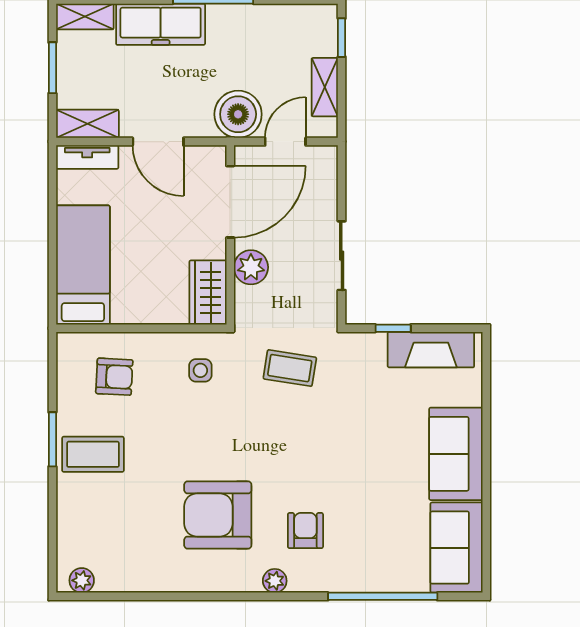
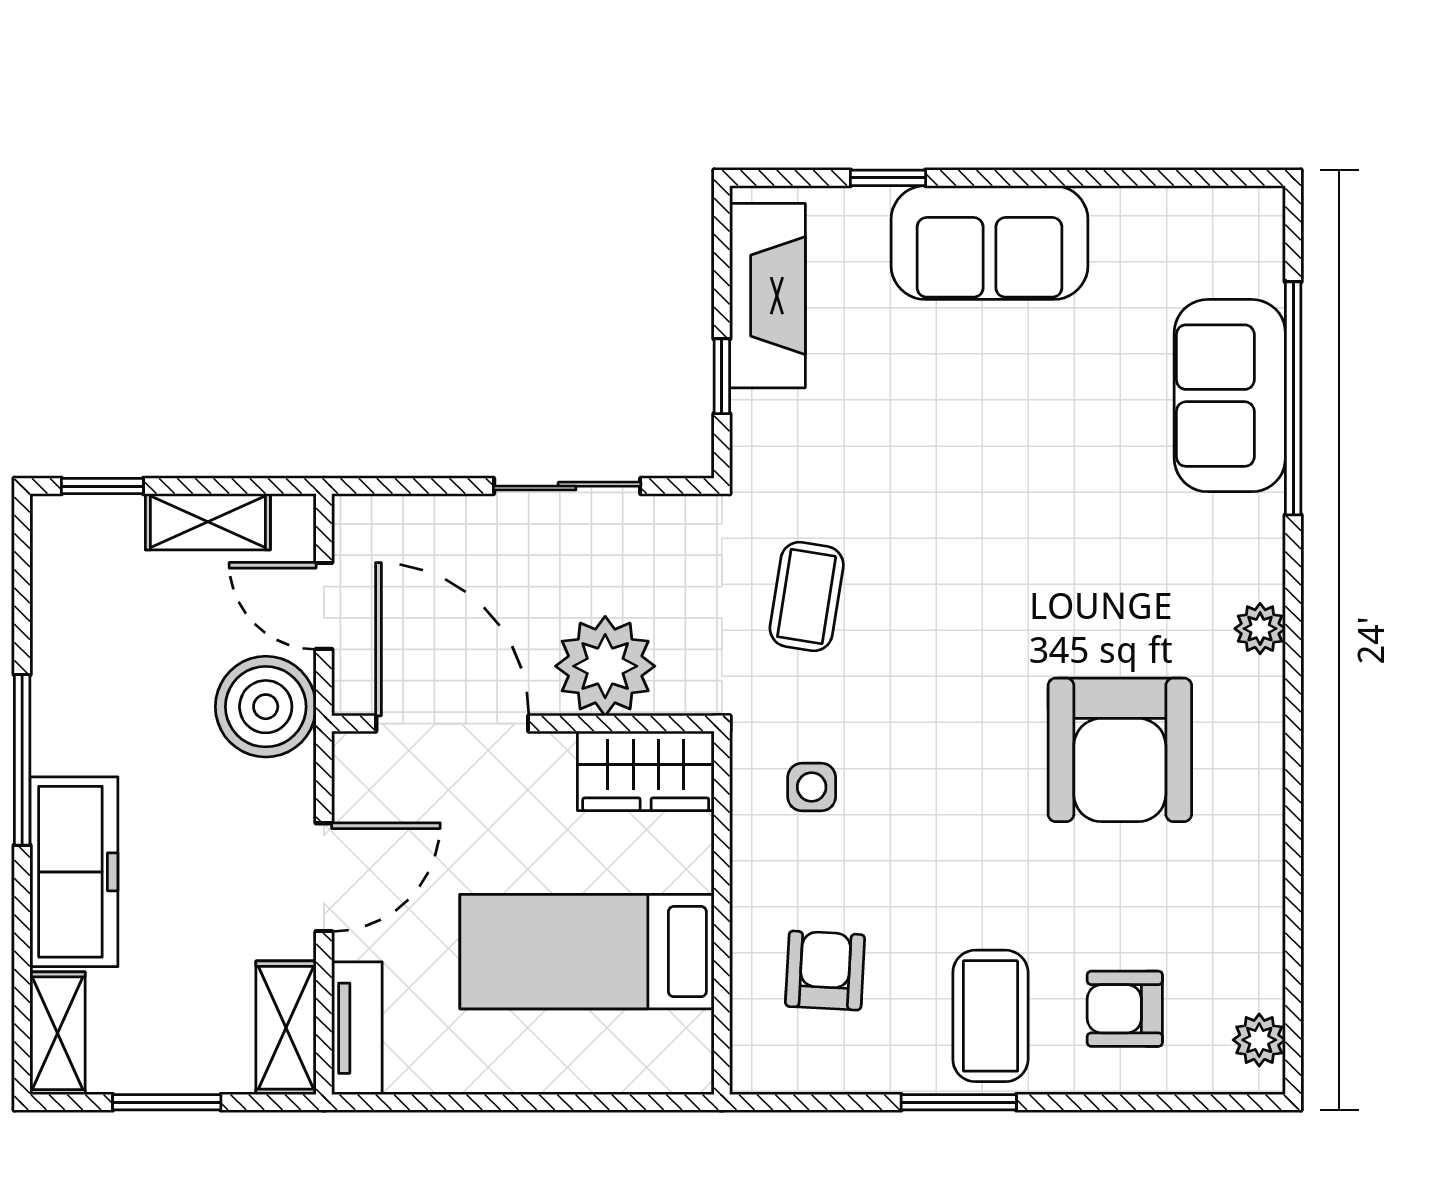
bed: (83, 265) -> (587, 952), moved
plant: (251, 267) -> (605, 666), width x1.36, depth x1.36
window: (486, 406) -> (888, 178), added
armchair: (305, 530) -> (1125, 1009), moved
sofa: (456, 548) -> (1230, 396), moved, turned 90

